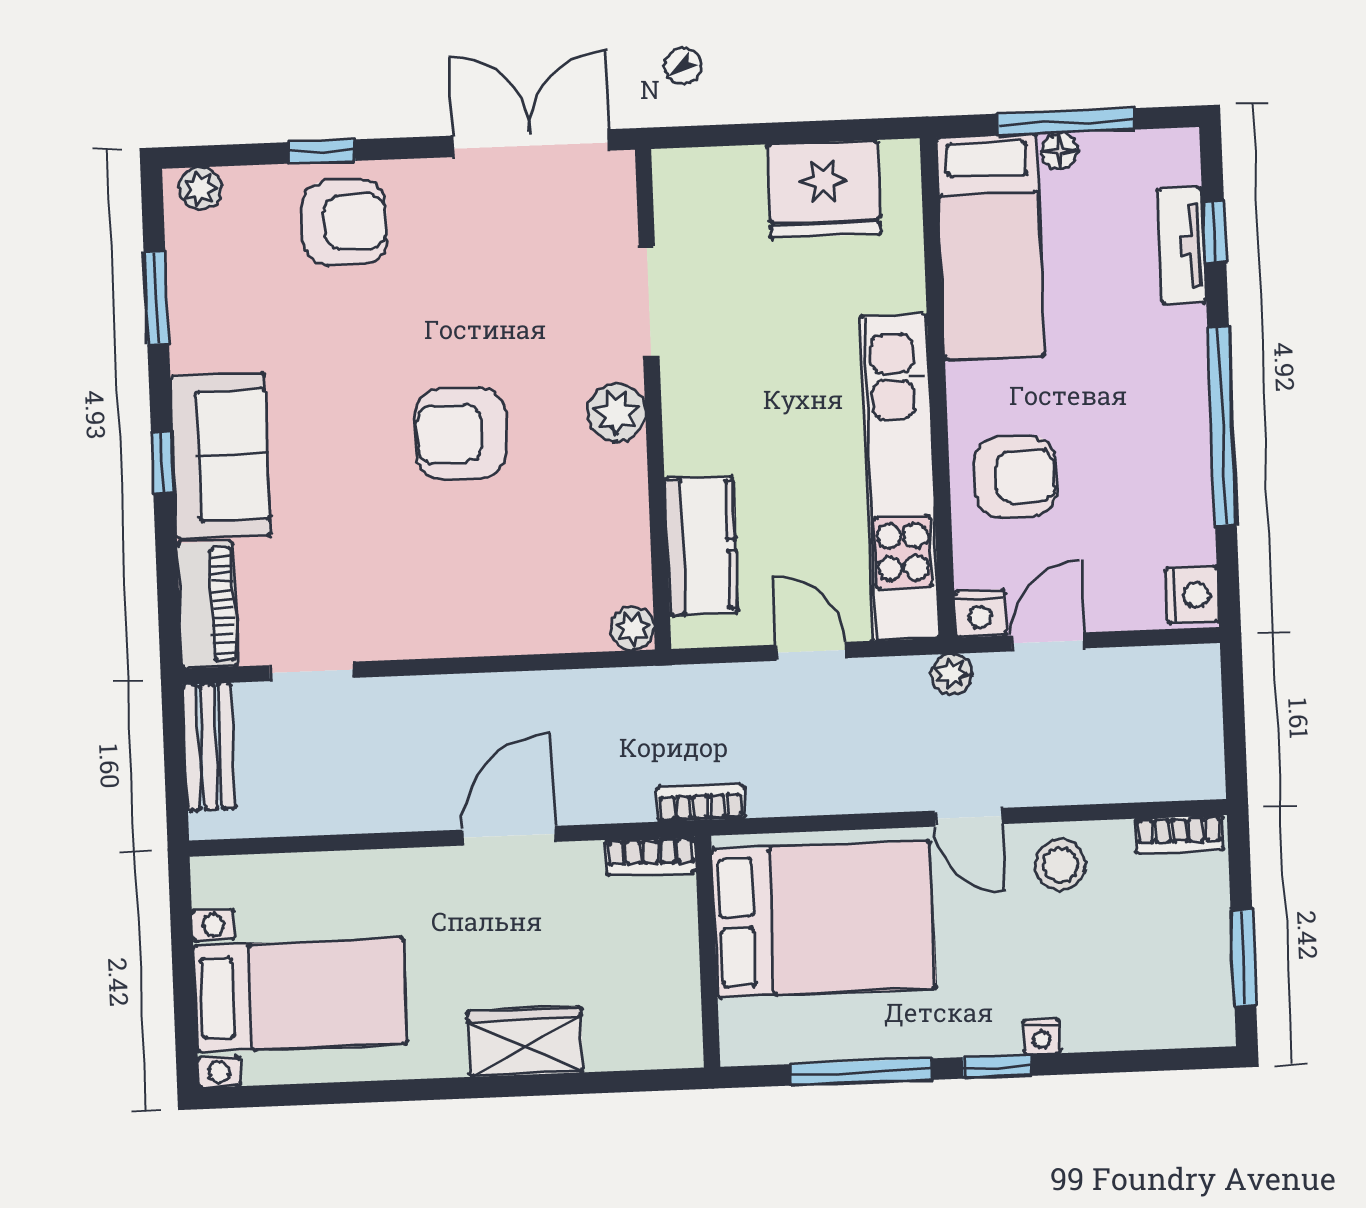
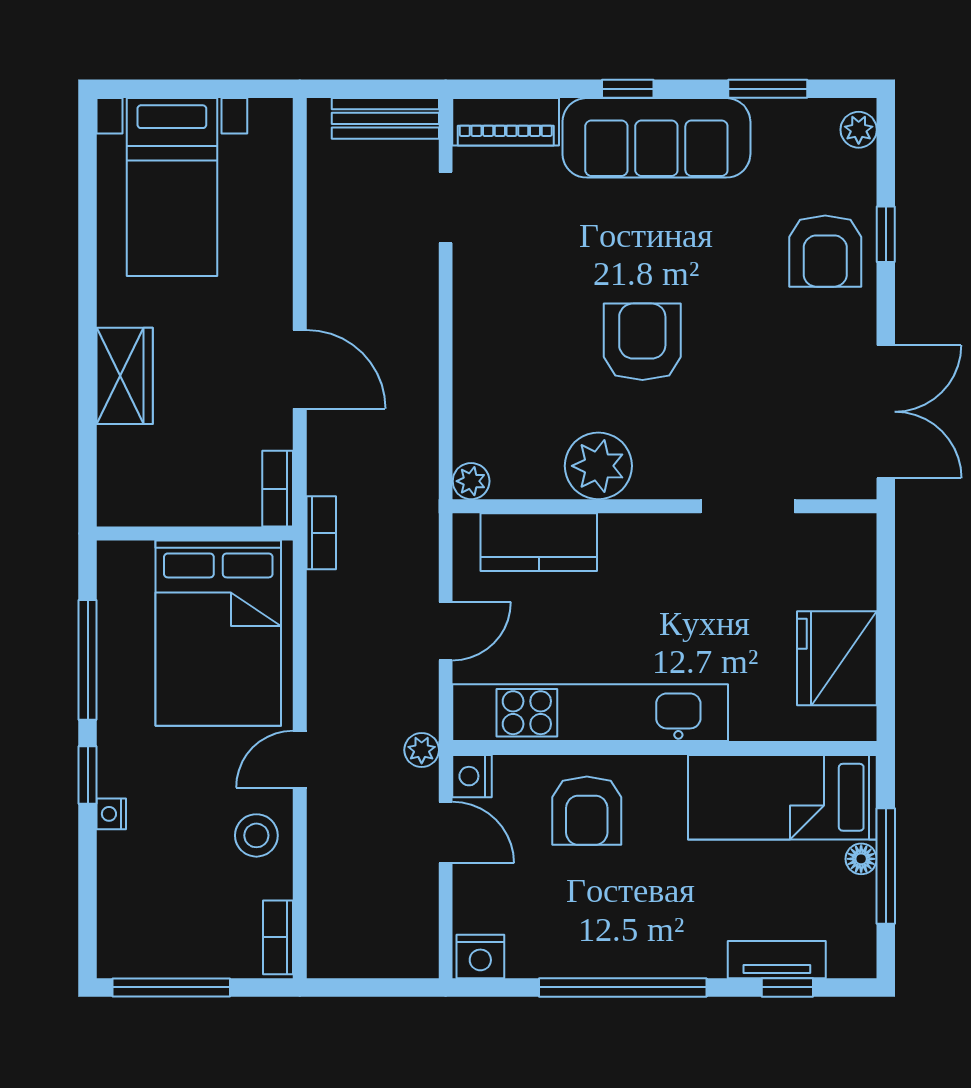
plant: (616, 413) -> (598, 466), moved, width x1.36, depth x1.36
sofa: (221, 456) -> (656, 138), width x1.36
window: (1243, 958) -> (171, 987), width x1.44

